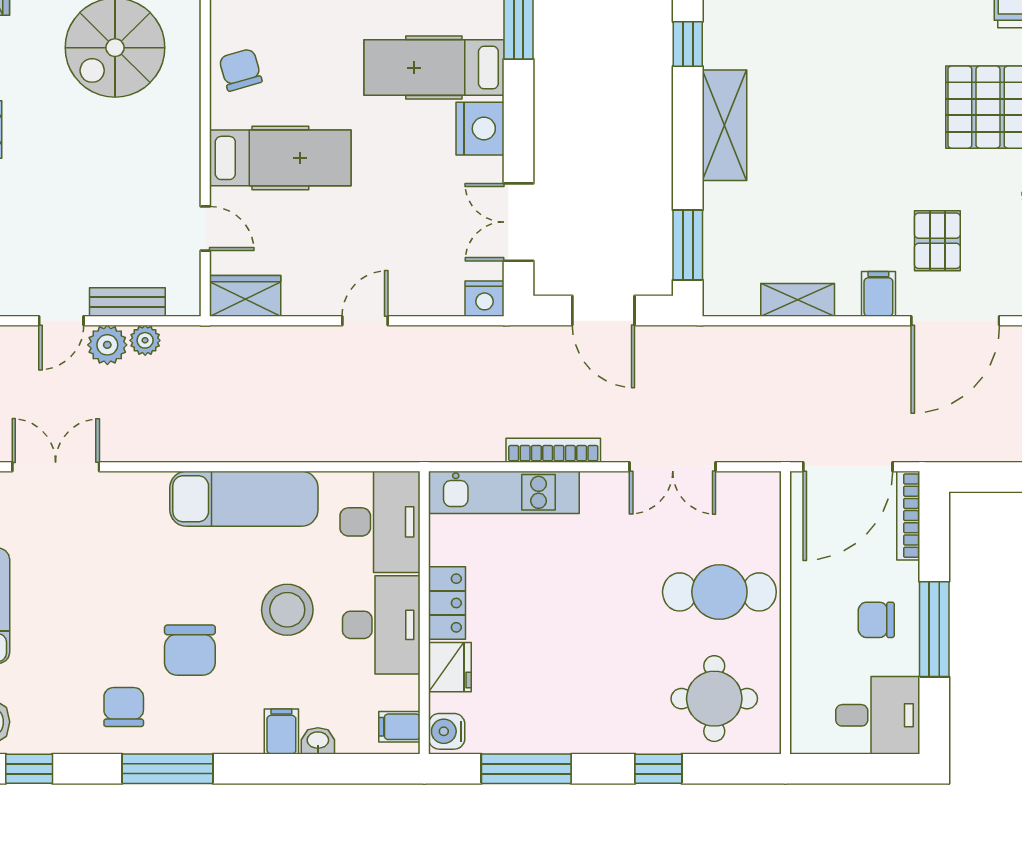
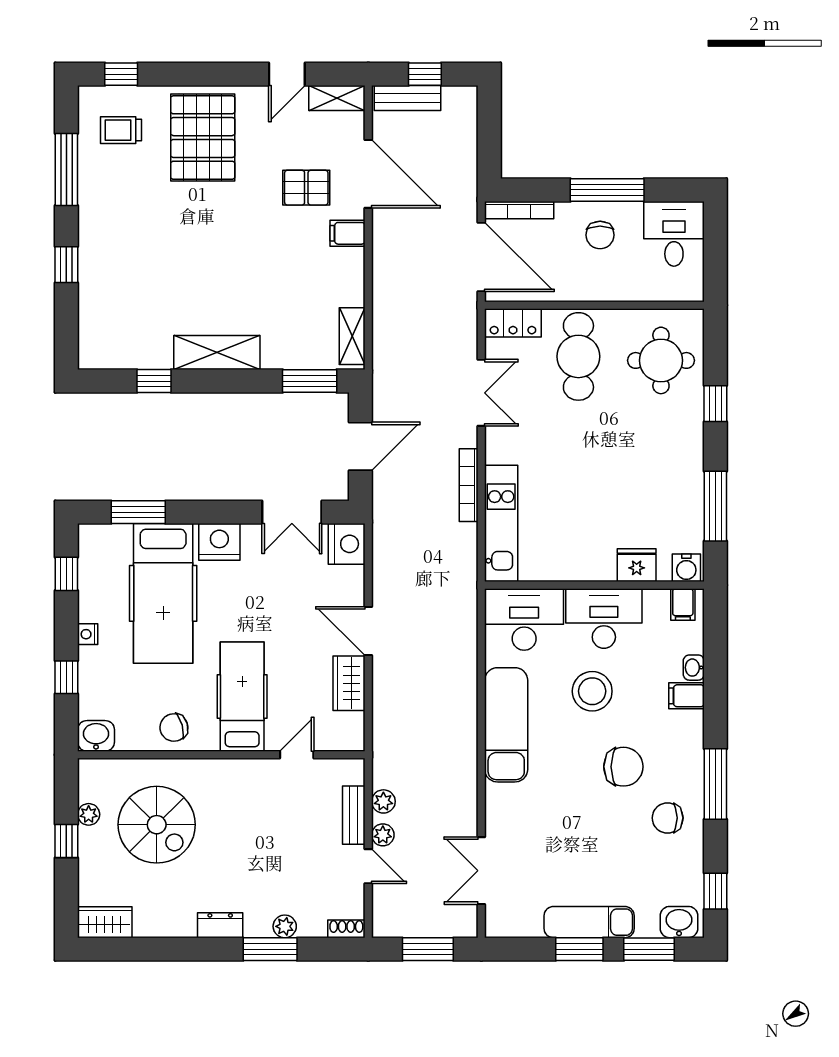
hospital bed: (434, 68) -> (163, 593), width x1.37, depth x1.29
wardrobe: (245, 296) -> (349, 683), moved
nightstand: (484, 299) -> (347, 544), width x1.36, depth x1.33
shelving: (798, 300) -> (352, 336), moved
door: (365, 321) -> (368, 631), width x1.38
plant: (107, 345) -> (383, 835), width x0.73, depth x0.73
locker: (447, 603) -> (513, 323), moved, turned 180

